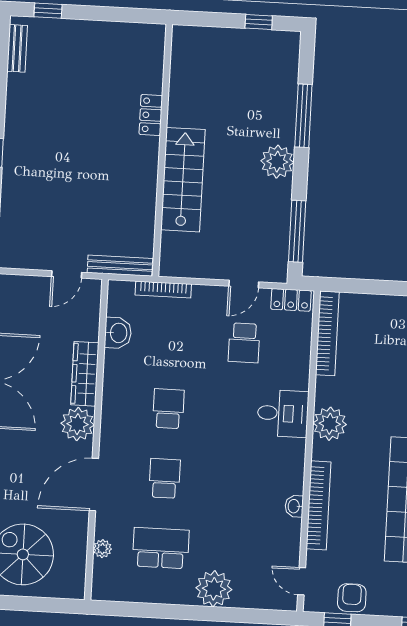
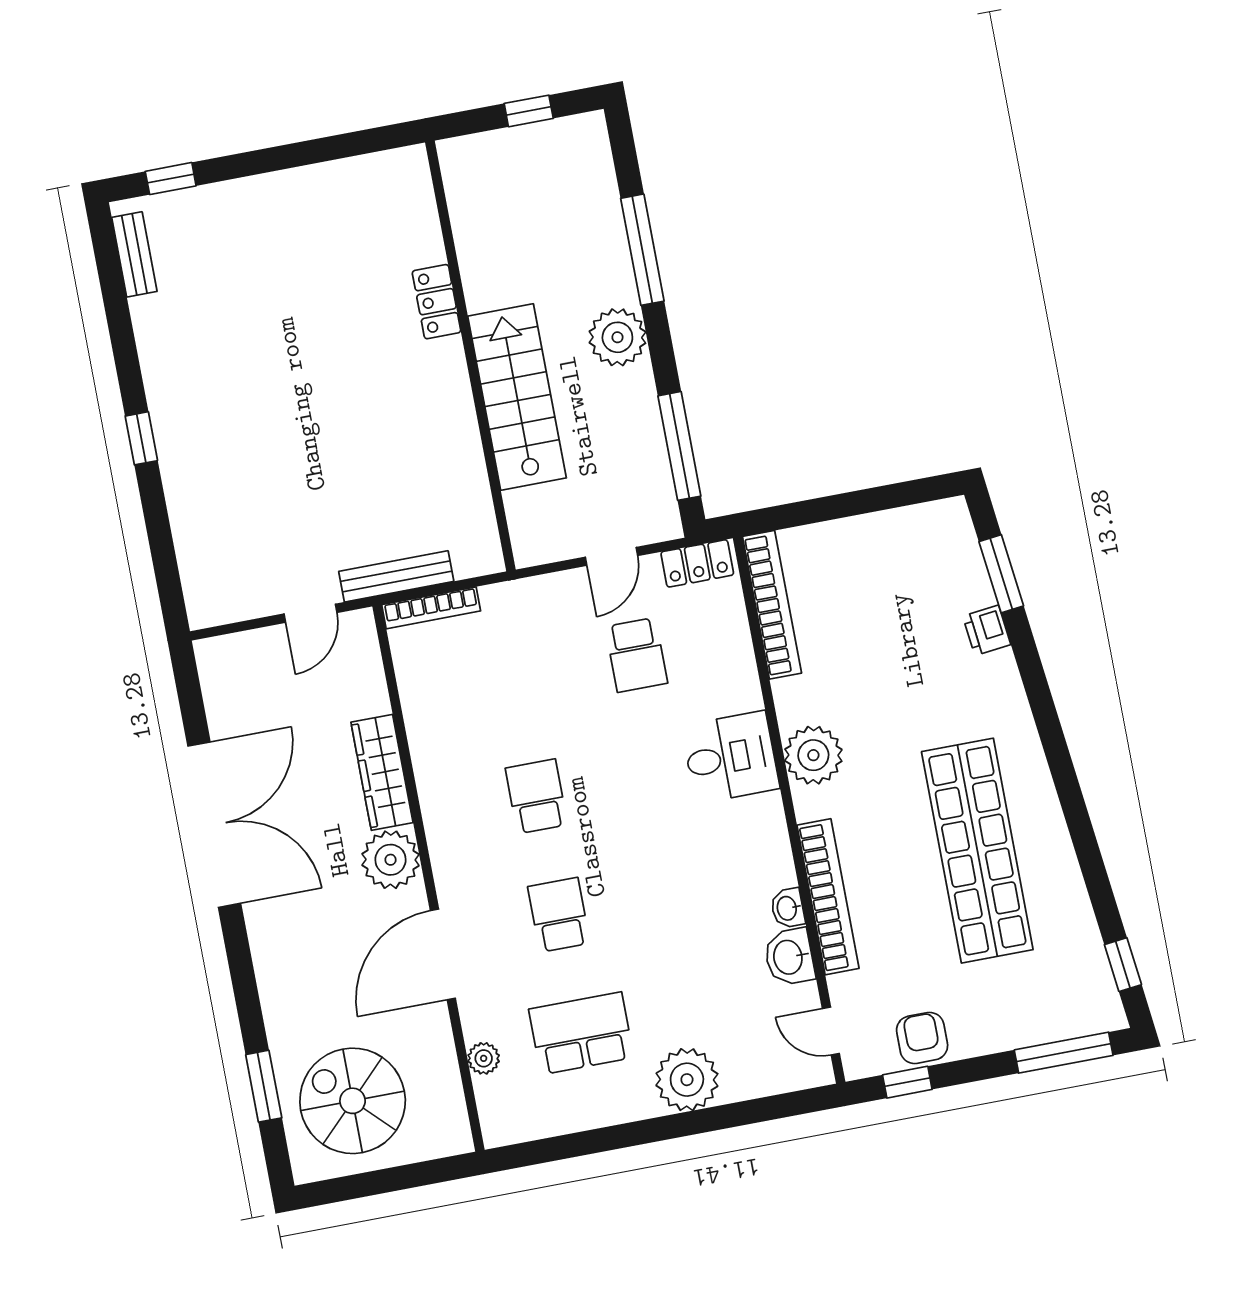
locker: (151, 115) -> (436, 302), moved
wall: (162, 150) -> (470, 356), moved
stairs: (183, 180) -> (517, 397), moved
bookcase: (163, 290) -> (431, 608), moved
washbasin: (118, 333) -> (789, 957), moved, turned 180

